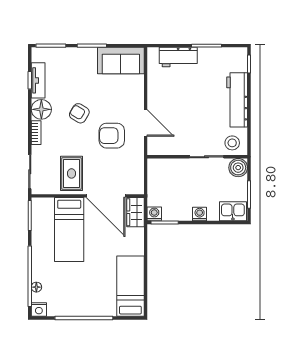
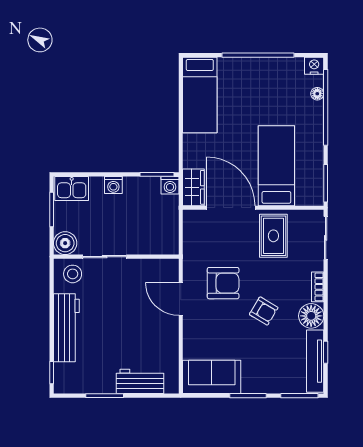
tv unit: (38, 80) -> (315, 361), width x1.41

